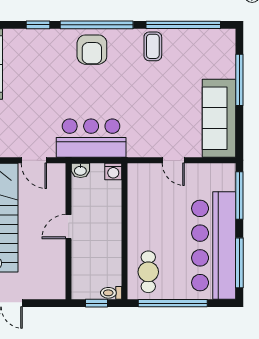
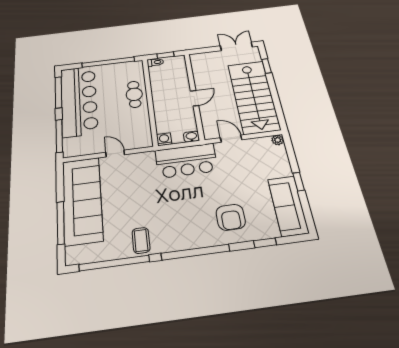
window: (38, 25) -> (265, 243), moved
armchair: (92, 50) -> (231, 217), moved, turned 180
sofa: (219, 118) -> (82, 200), width x1.36, depth x1.27
cafe table: (148, 272) -> (134, 94), moved

